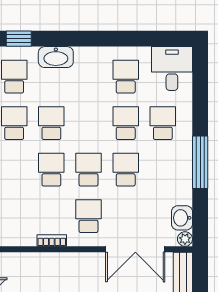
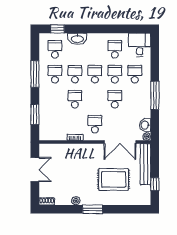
school desk: (89, 170) -> (95, 74), moved

